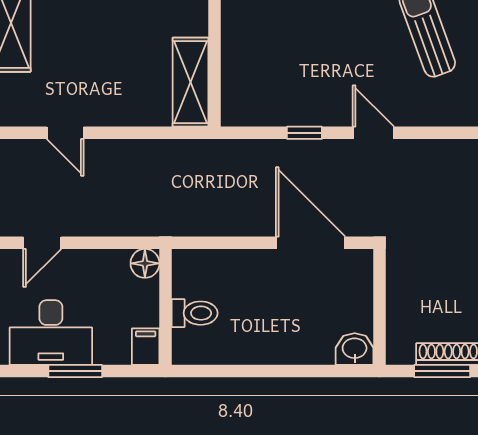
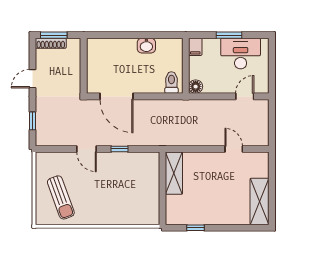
toilet: (195, 313) -> (171, 83), moved, turned 90
washbasin: (355, 349) -> (146, 46), moved

